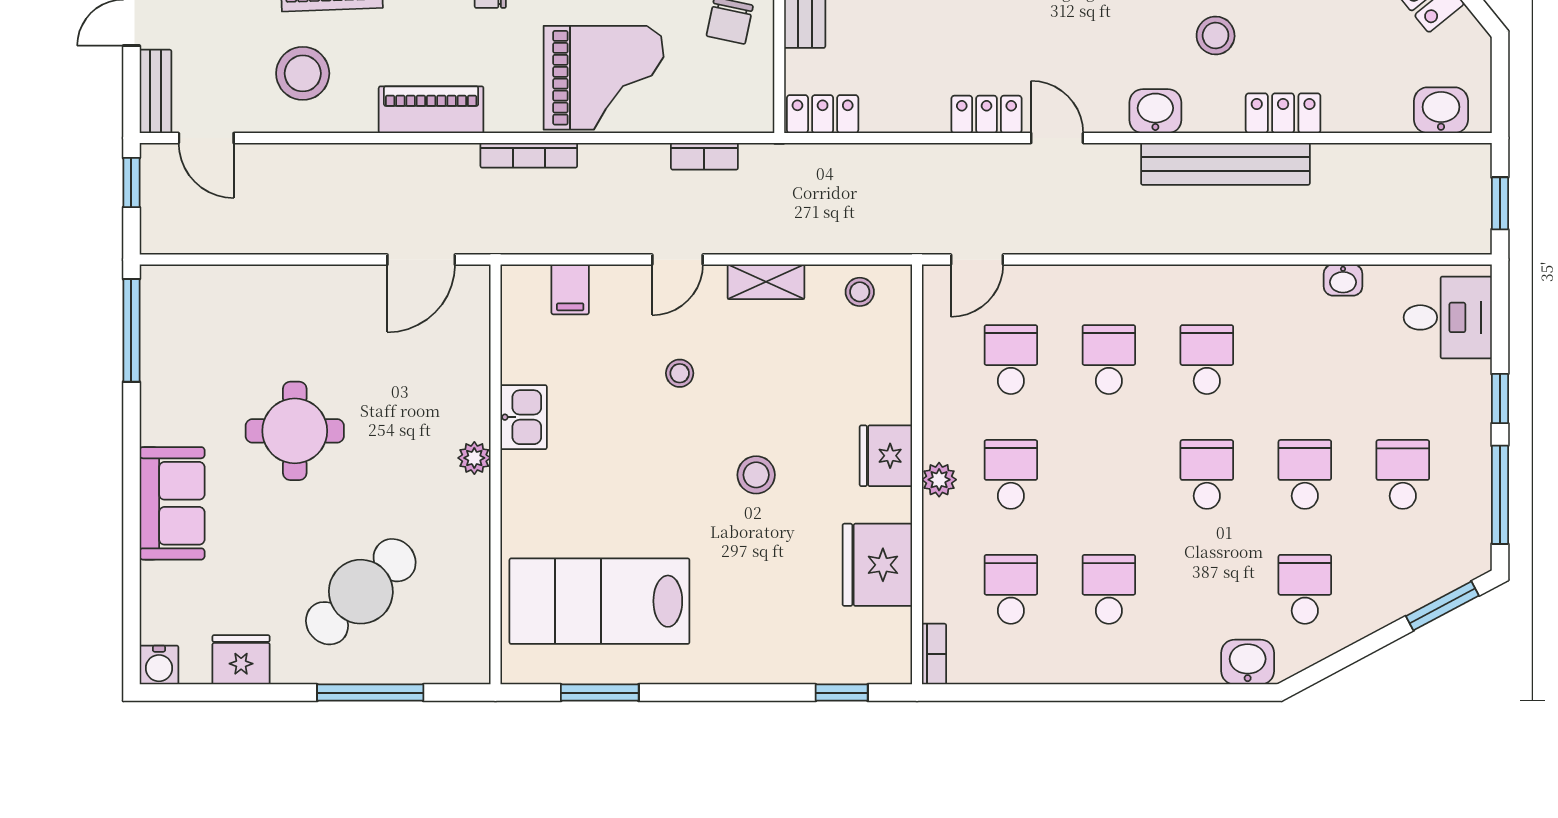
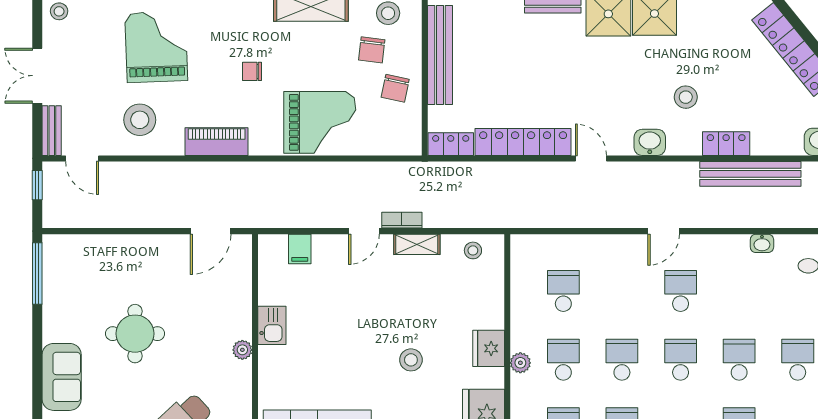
locker: (987, 114) -> (523, 142), width x2.16, depth x1.21
bookcase: (529, 155) -> (275, 169), removed
bookcase: (704, 156) -> (402, 220), moved, turned 180
bench: (1225, 164) -> (750, 174), moved
door: (977, 260) -> (664, 231), moved
school desk: (1109, 360) -> (622, 360), moved
stool: (680, 373) -> (365, 299), removed

